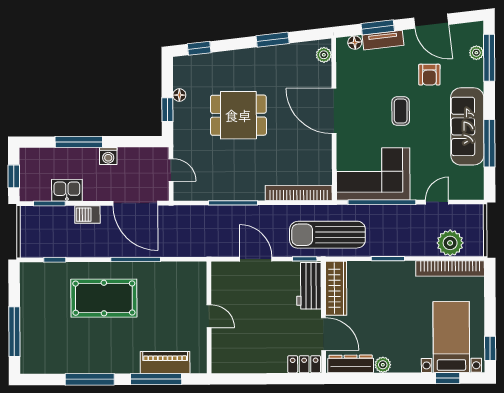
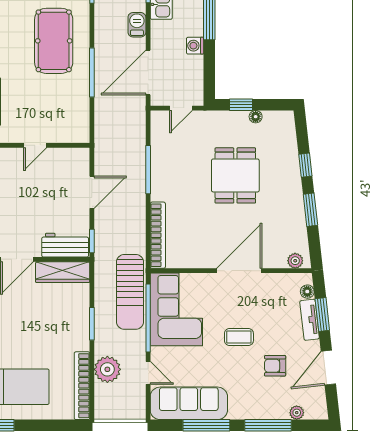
window: (199, 48) -> (305, 165), moved
window: (489, 58) -> (268, 425), moved
sofa: (467, 126) -> (189, 403), moved
sun lounger: (327, 235) -> (130, 292), moved, turned 180
plant: (450, 243) -> (107, 369), moved

